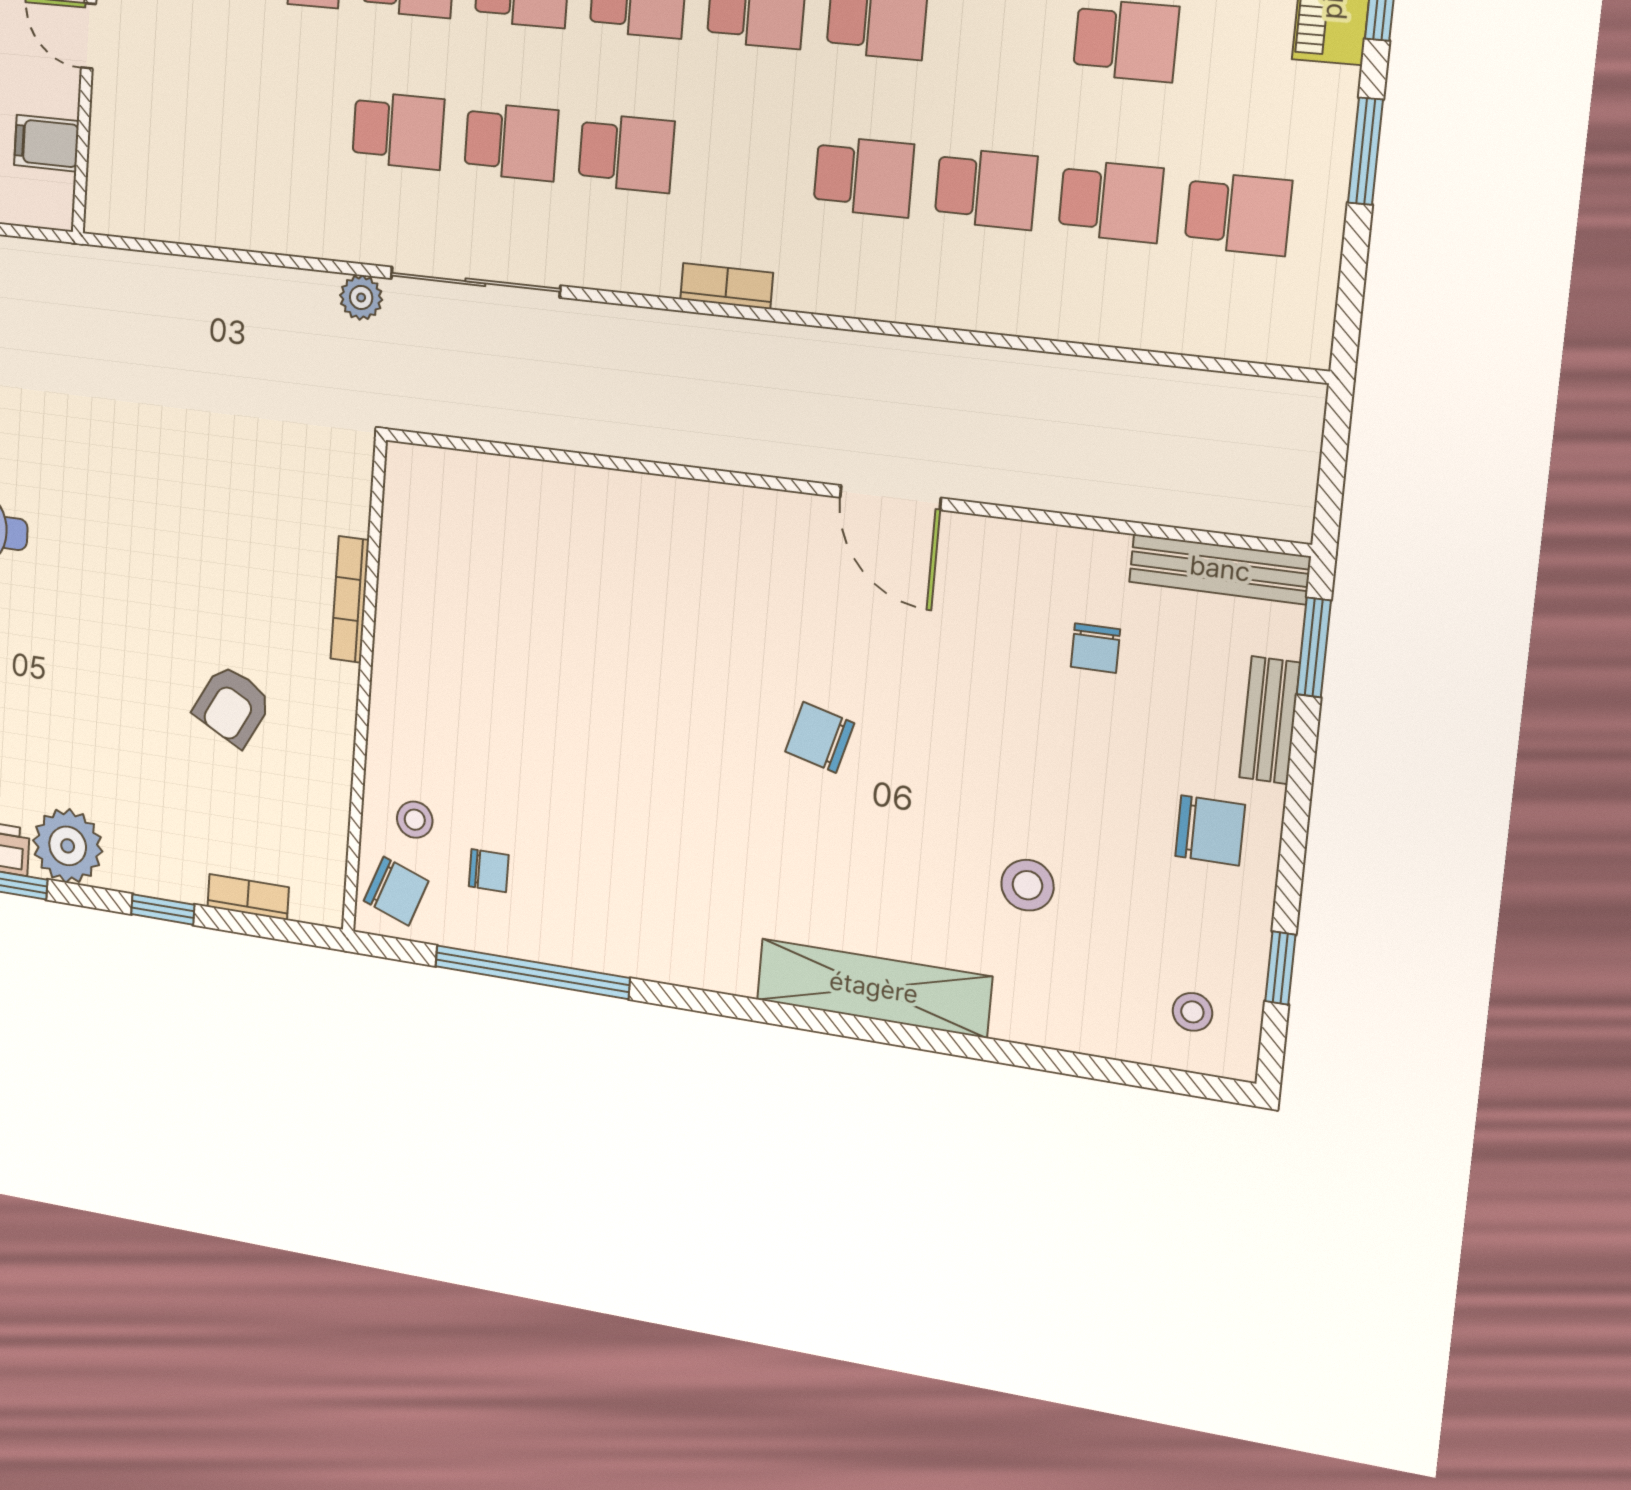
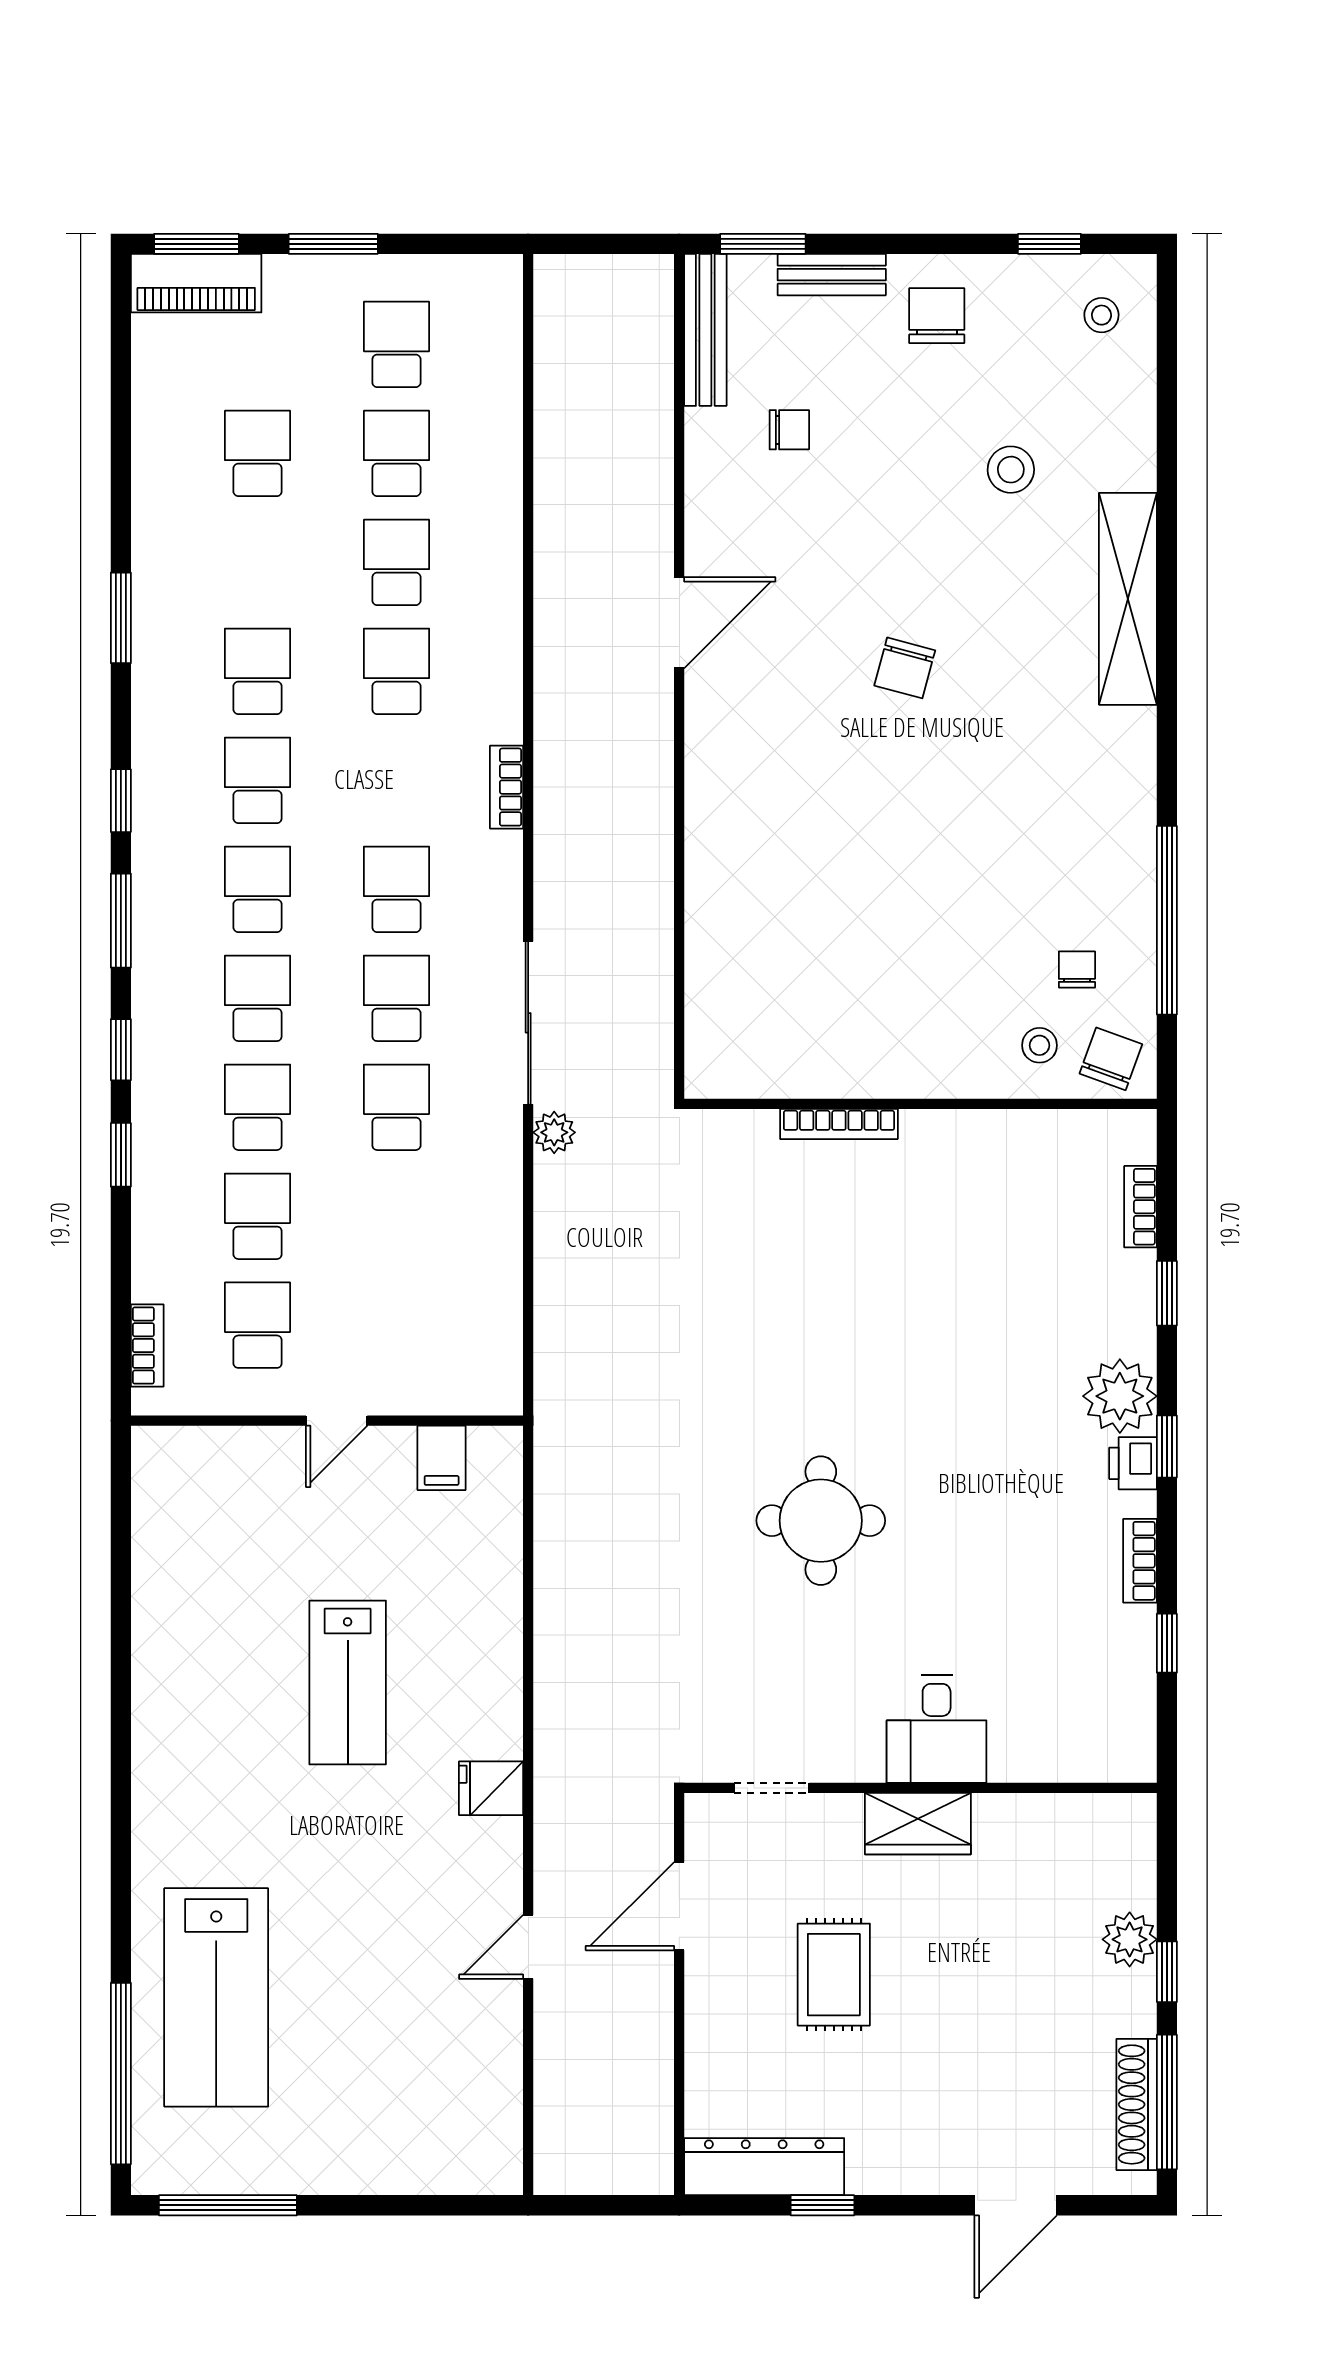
armchair: (232, 706) -> (957, 1235), removed

